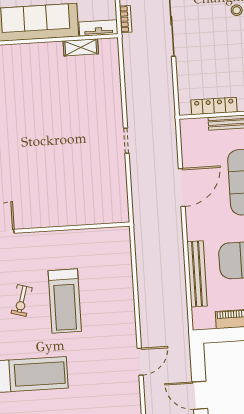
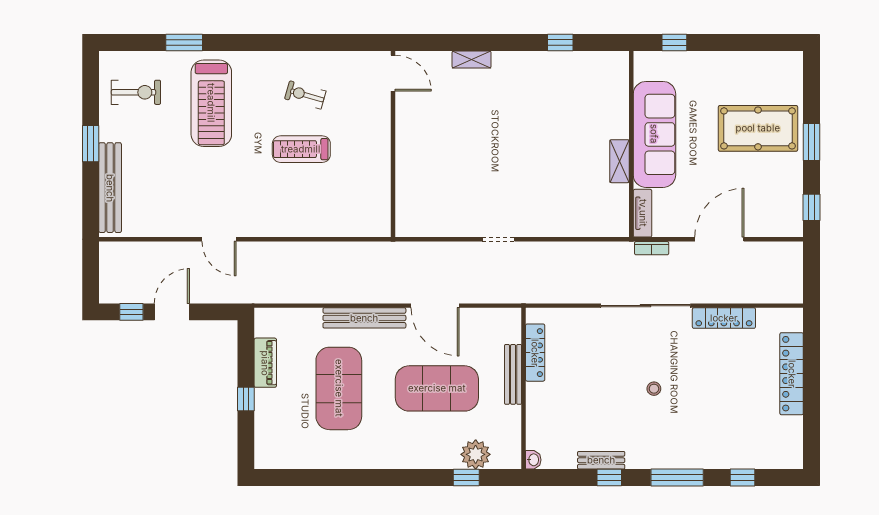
shelving: (81, 47) -> (619, 161), moved
bench: (197, 274) -> (364, 318), moved
treadmill: (65, 301) -> (301, 149), width x0.73, depth x0.73

